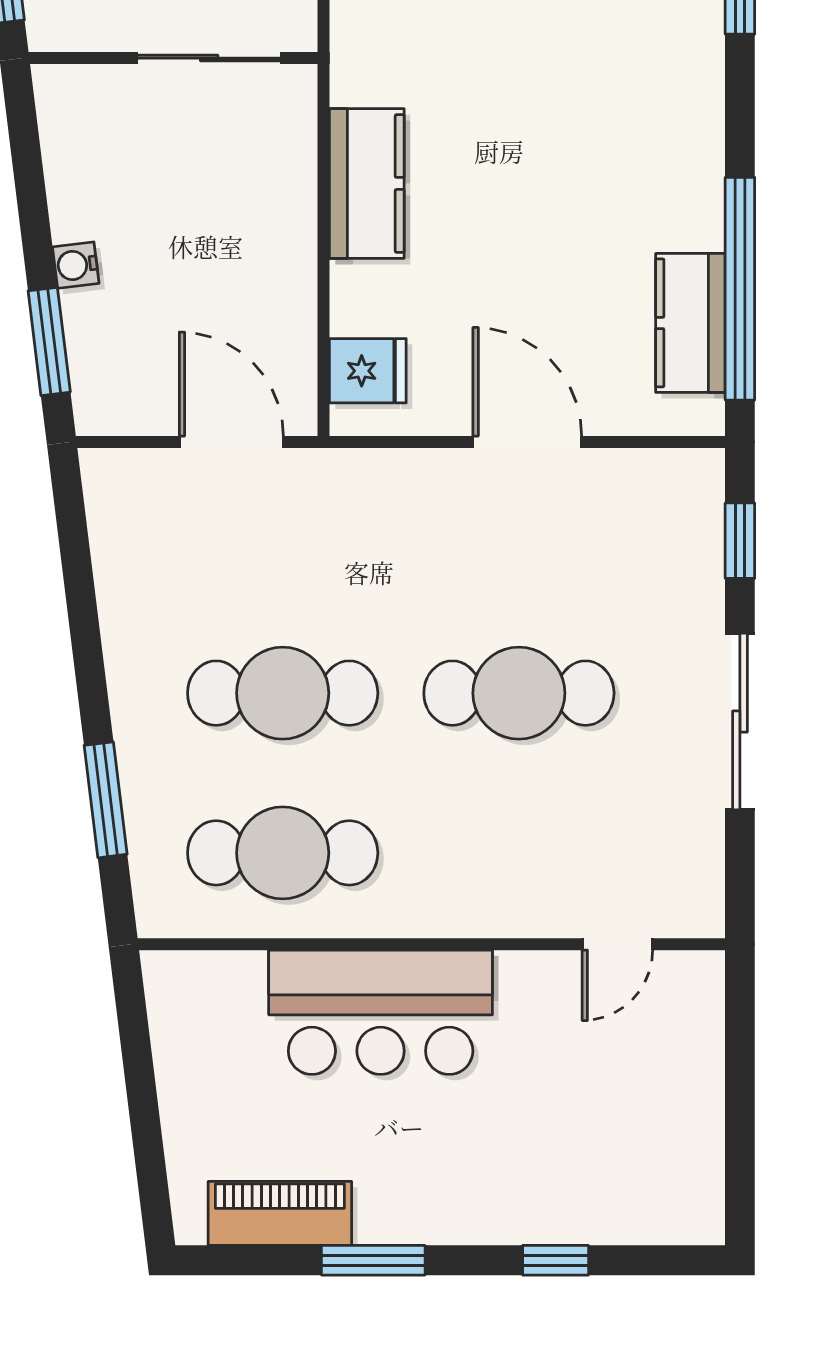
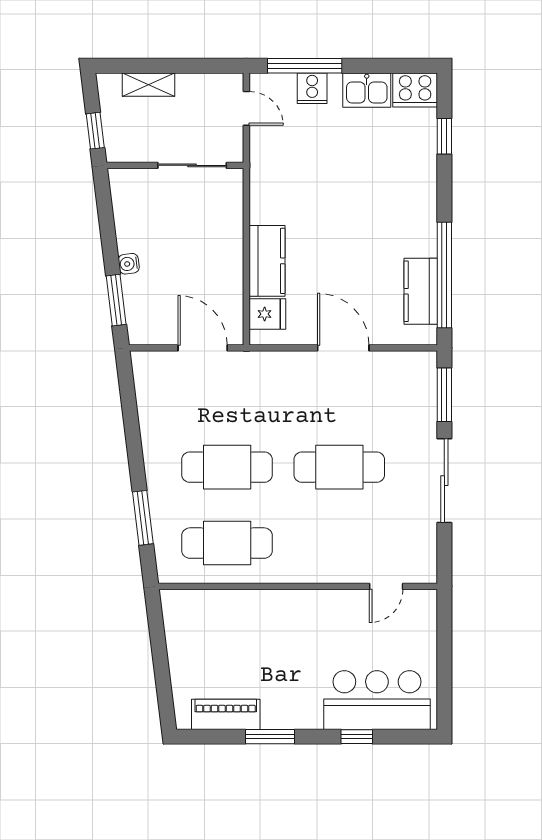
kitchen counter: (367, 183) -> (267, 261), moved
window: (740, 541) -> (444, 395), width x1.50
bar counter: (381, 1012) -> (377, 700), moved, turned 180

